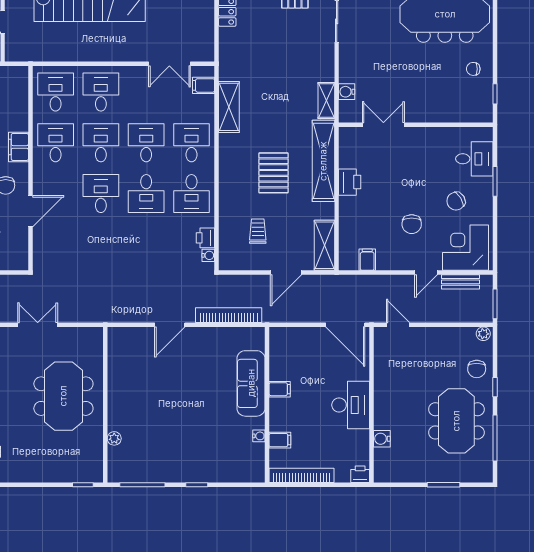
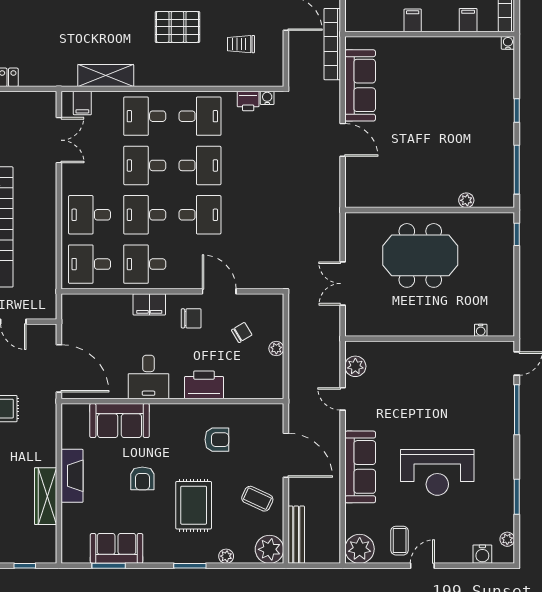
desk: (101, 194) -> (200, 215), turned 180
bookcase: (229, 315) -> (332, 44), moved
sofa: (251, 383) -> (360, 85), moved, turned -90
water cooler: (259, 436) -> (508, 43), moved

